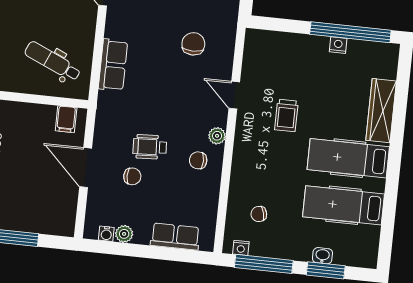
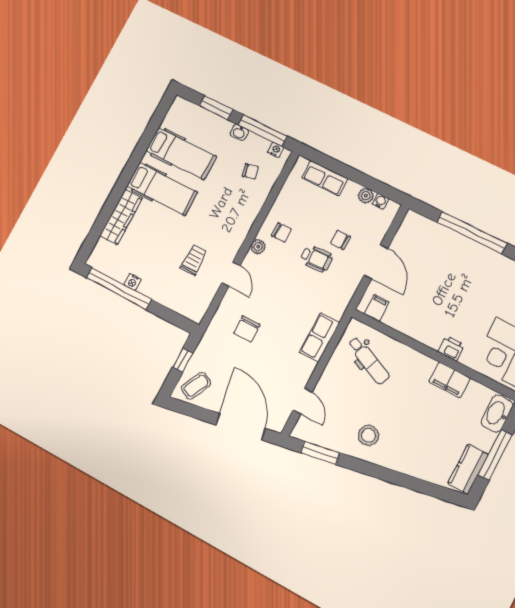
trolley: (286, 115) -> (194, 260), moved
washbasin: (322, 256) -> (239, 132), moved

